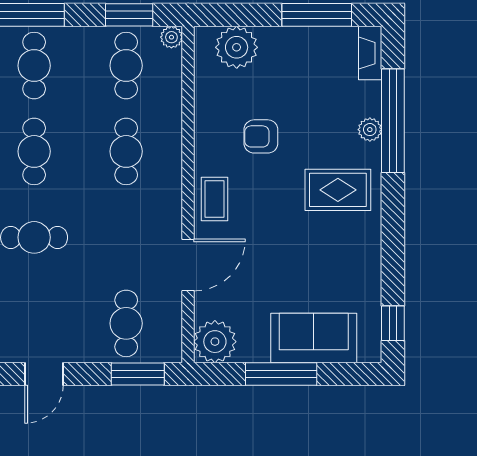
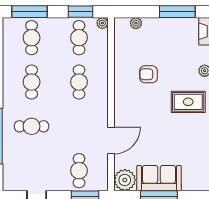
plant: (237, 47) -> (136, 23), width x0.53, depth x0.53
coffee table: (215, 199) -> (125, 107), removed
sofa: (314, 338) -> (159, 178), moved

